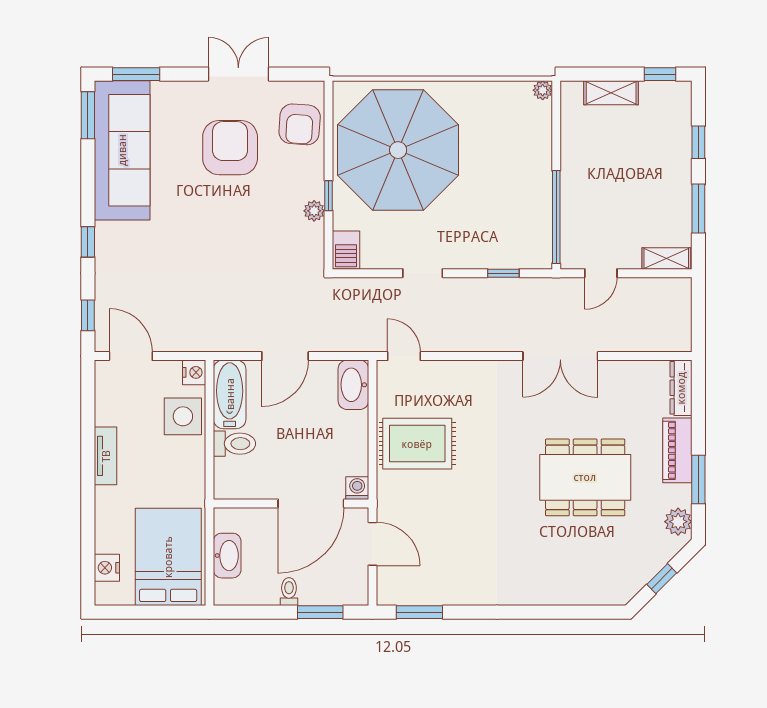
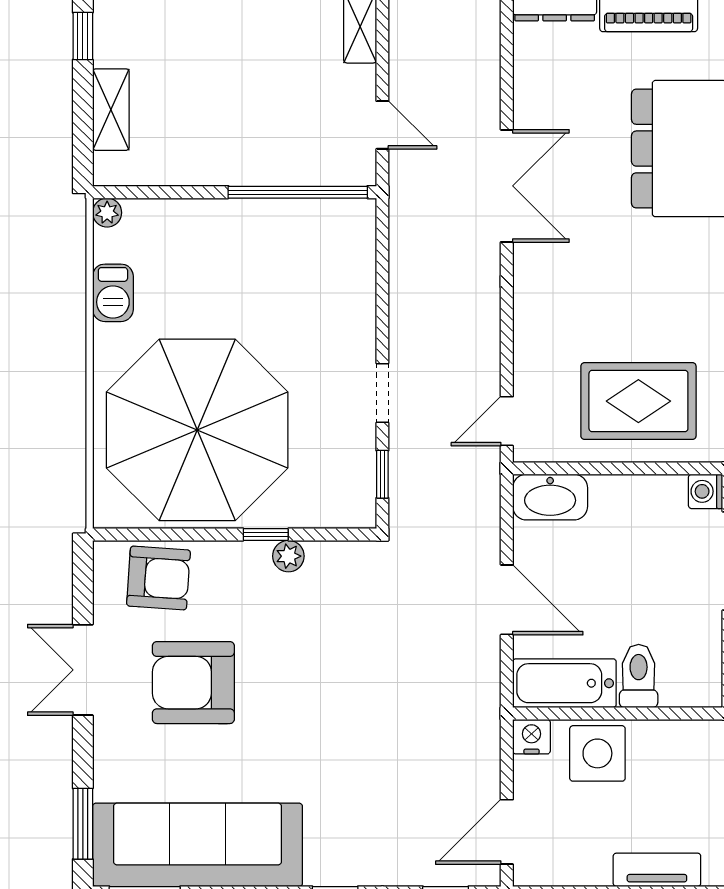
barbecue: (346, 250) -> (113, 293), moved, turned 90
window: (503, 273) -> (382, 474), moved
rug: (417, 444) -> (638, 401), turned 90

